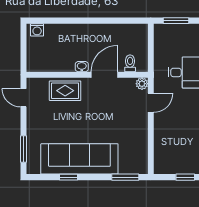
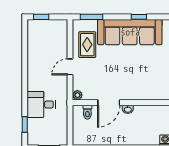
rug: (65, 91) -> (87, 45), moved, turned 90
door: (151, 103) -> (70, 67), moved

